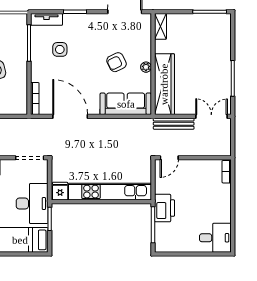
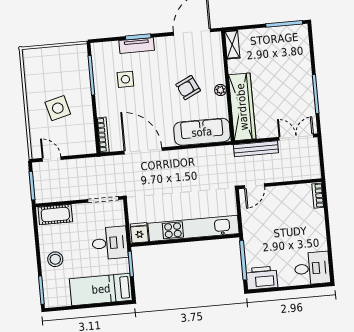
tv unit: (46, 19) -> (137, 45), moved
desk: (32, 204) -> (110, 243), width x0.73
printer: (165, 208) -> (262, 278), moved, turned -90

